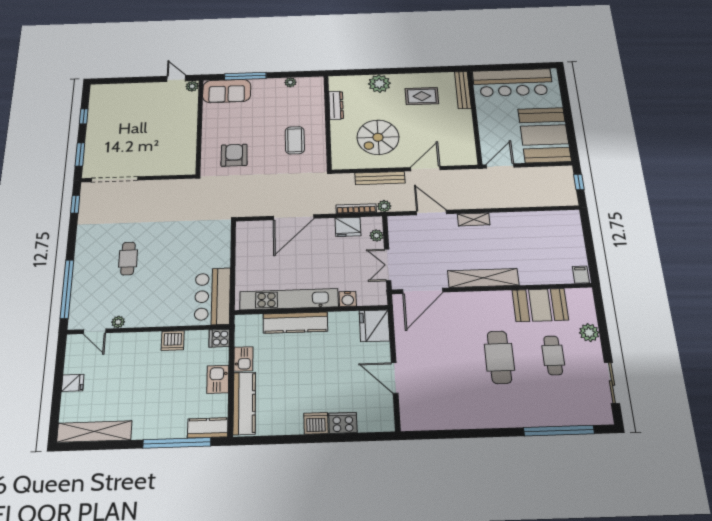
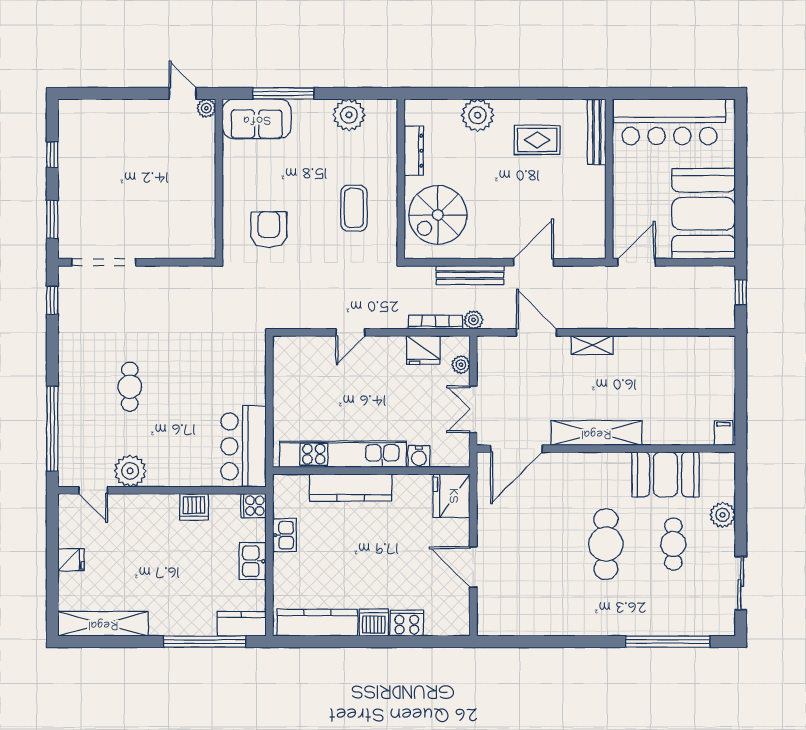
plant: (290, 82) -> (349, 115), width x1.88, depth x1.88
spiral stairs: (378, 137) -> (438, 215), moved
door: (294, 217) -> (350, 332), width x0.53
plant: (118, 322) -> (130, 471), width x1.88, depth x1.88
kitchen counter: (244, 403) -> (317, 623), moved, turned -90

